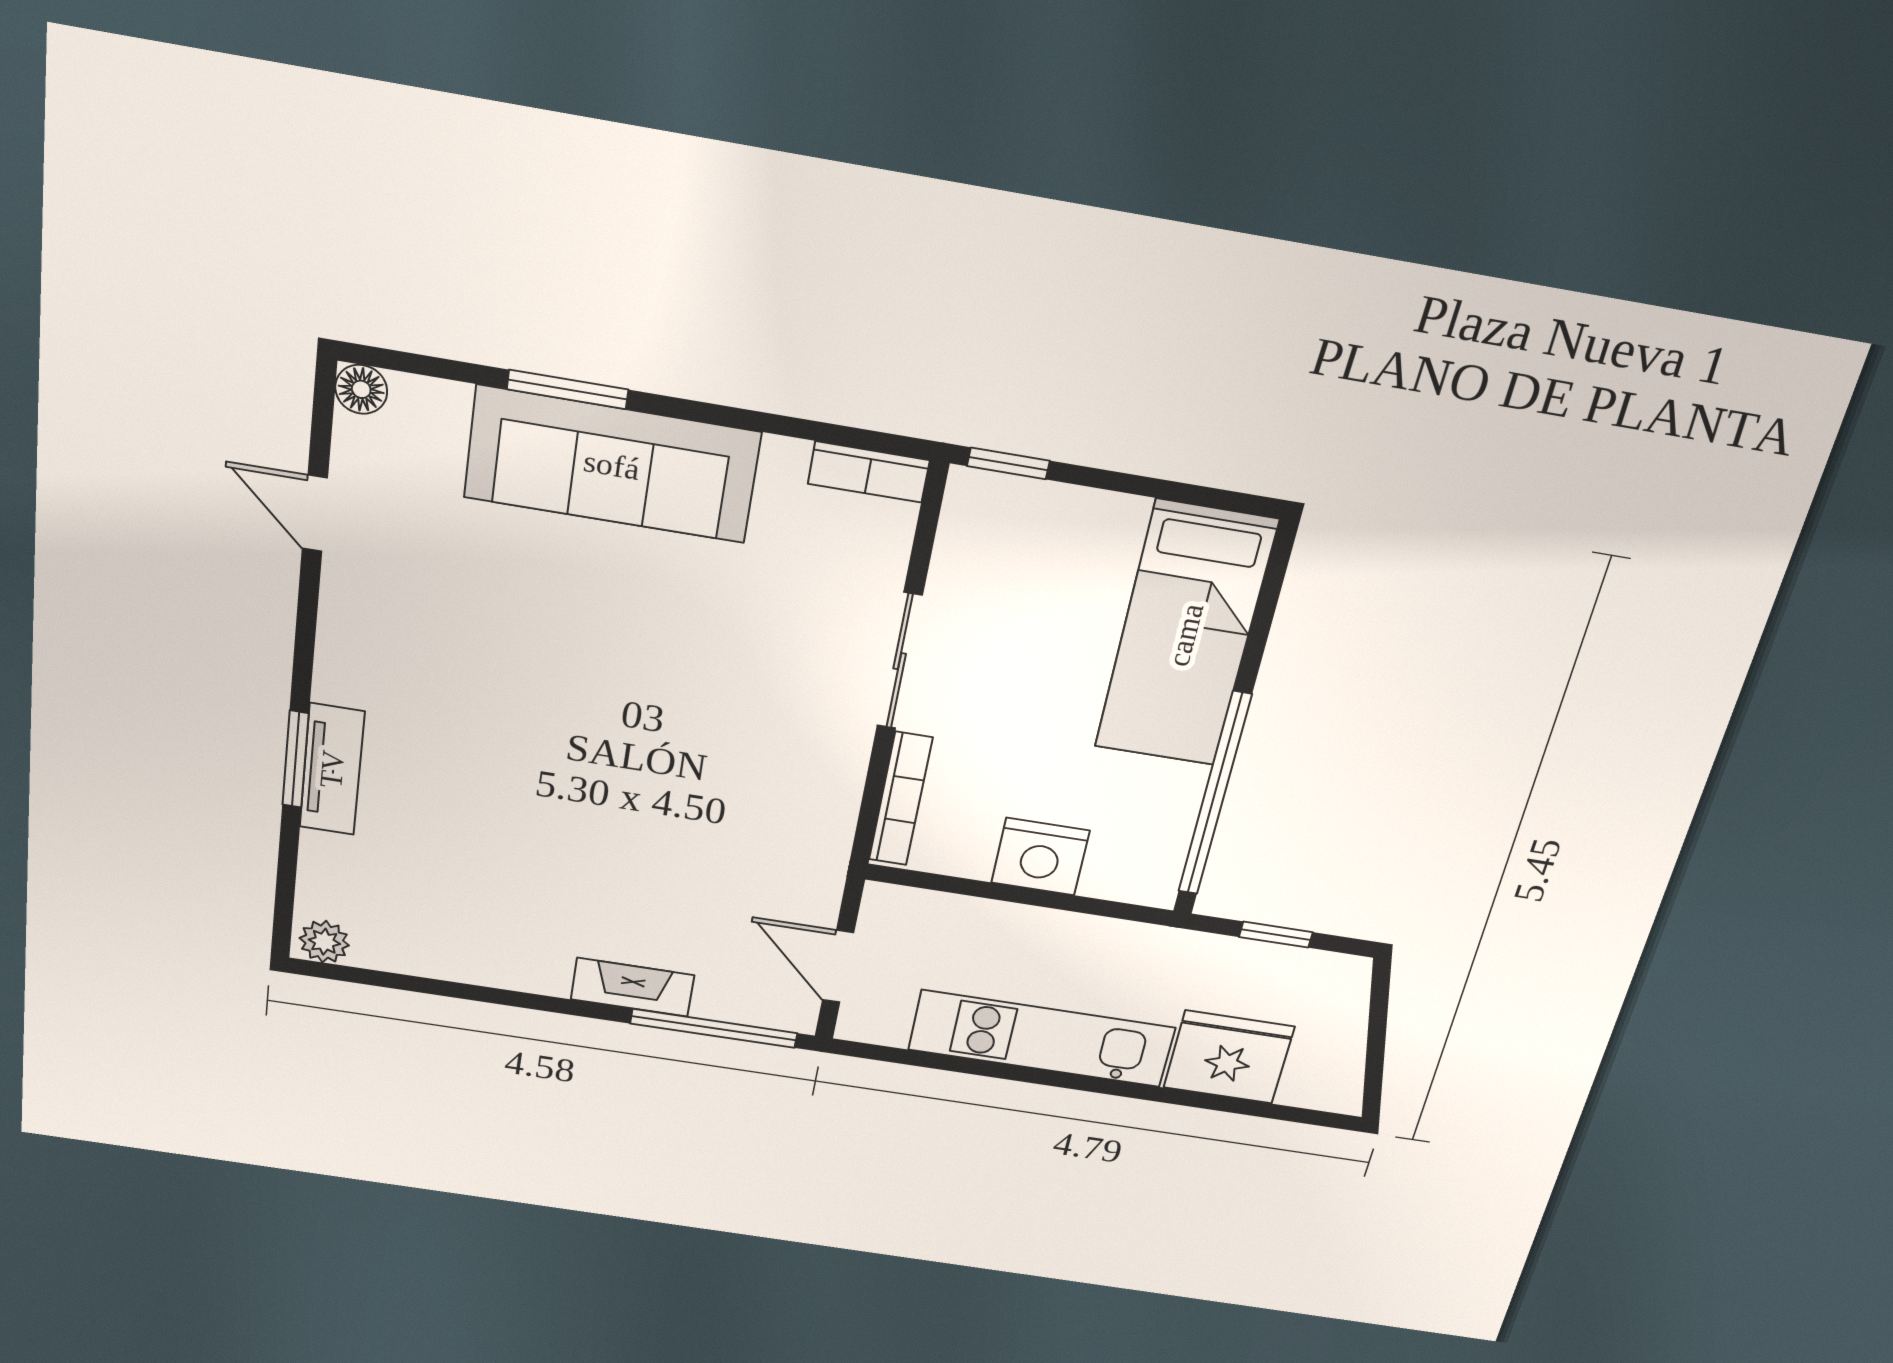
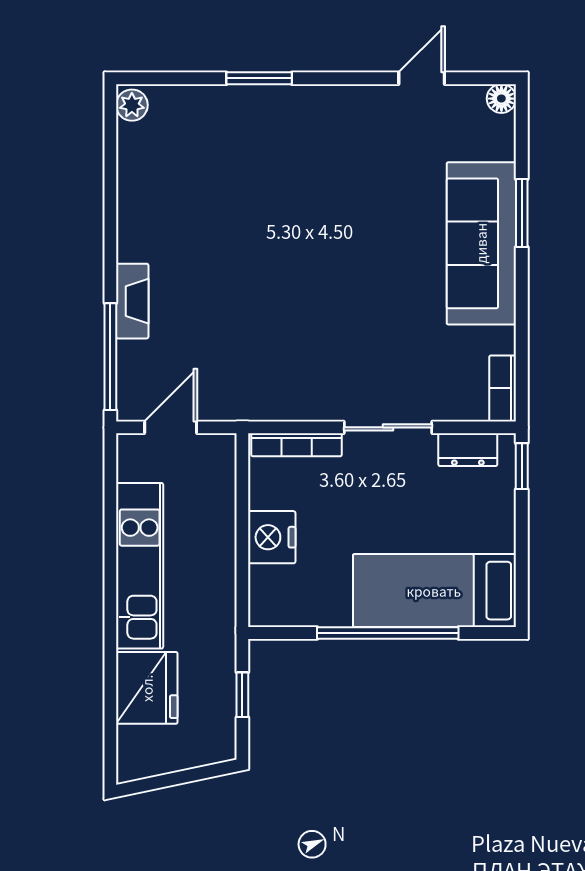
dresser: (962, 545) -> (468, 450), added
tv unit: (332, 769) -> (256, 101), removed
window: (1215, 794) -> (388, 633), moved

